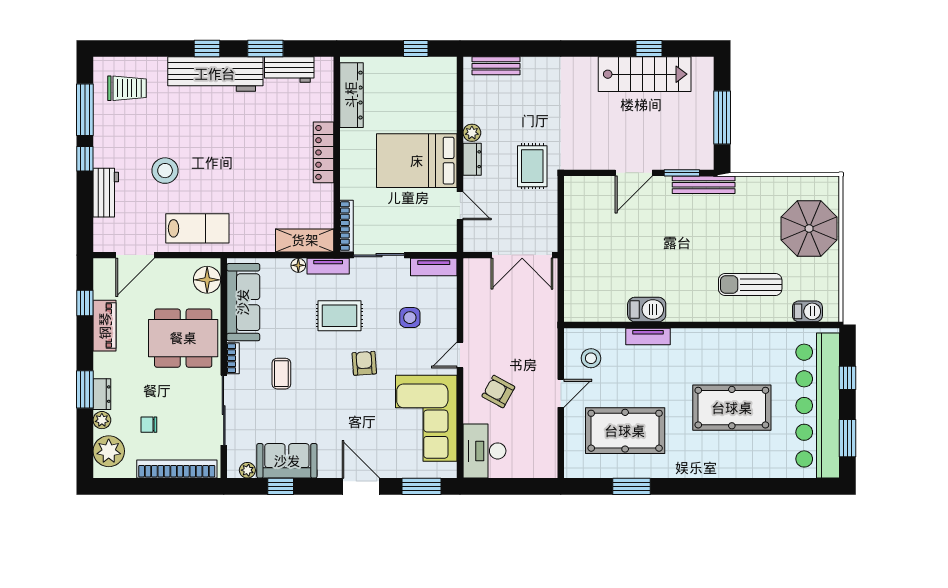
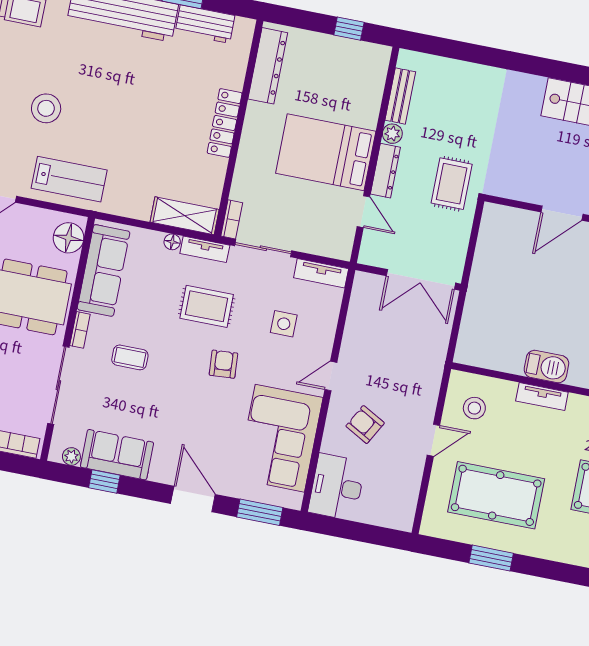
bench: (496, 66) -> (400, 96), moved, turned 90
dresser: (472, 159) -> (385, 171), width x1.44
bookcase: (346, 226) -> (232, 219), width x0.64
coffee table: (281, 374) -> (130, 357), turned 90

